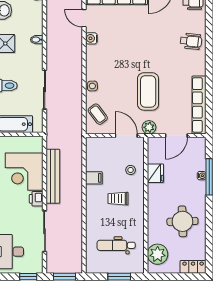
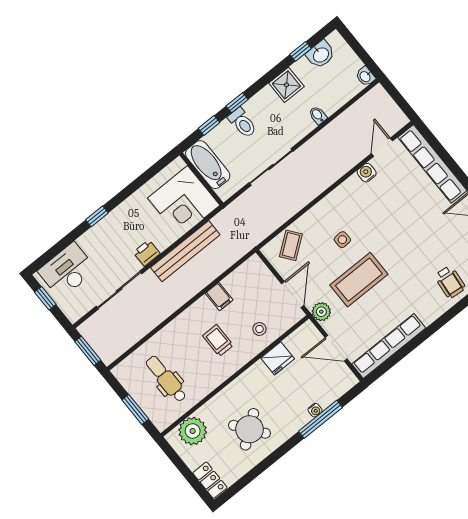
side table: (92, 86) -> (342, 240), moved
corner desk: (24, 172) -> (184, 202), moved, turned -90
round table: (182, 221) -> (249, 429), turned -35
window: (28, 277) -> (45, 298), moved

